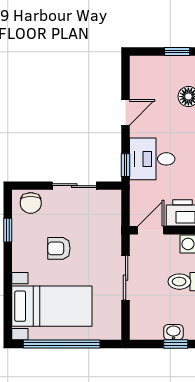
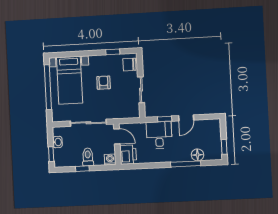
door: (126, 112) -> (186, 118), hinge flipped
window: (126, 165) -> (165, 119), moved
sliding door: (126, 278) -> (88, 123), width x1.37
washbasin: (173, 332) -> (57, 142), moved

